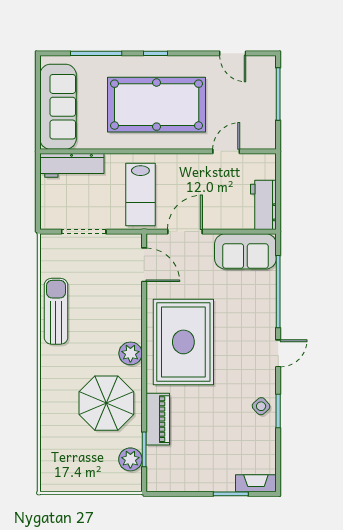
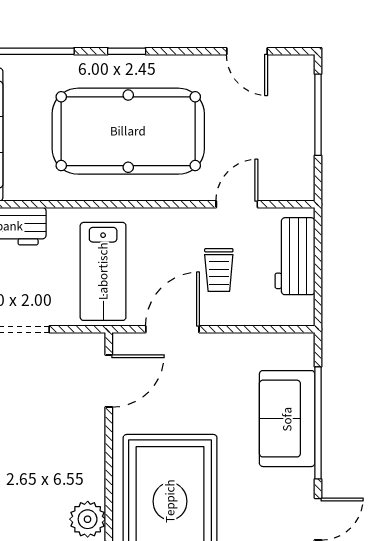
trolley: (215, 194) -> (219, 270), added
workbench: (263, 205) -> (295, 256), moved
sofa: (245, 251) -> (287, 419), moved, turned 90
door: (144, 265) -> (109, 381), hinge flipped

